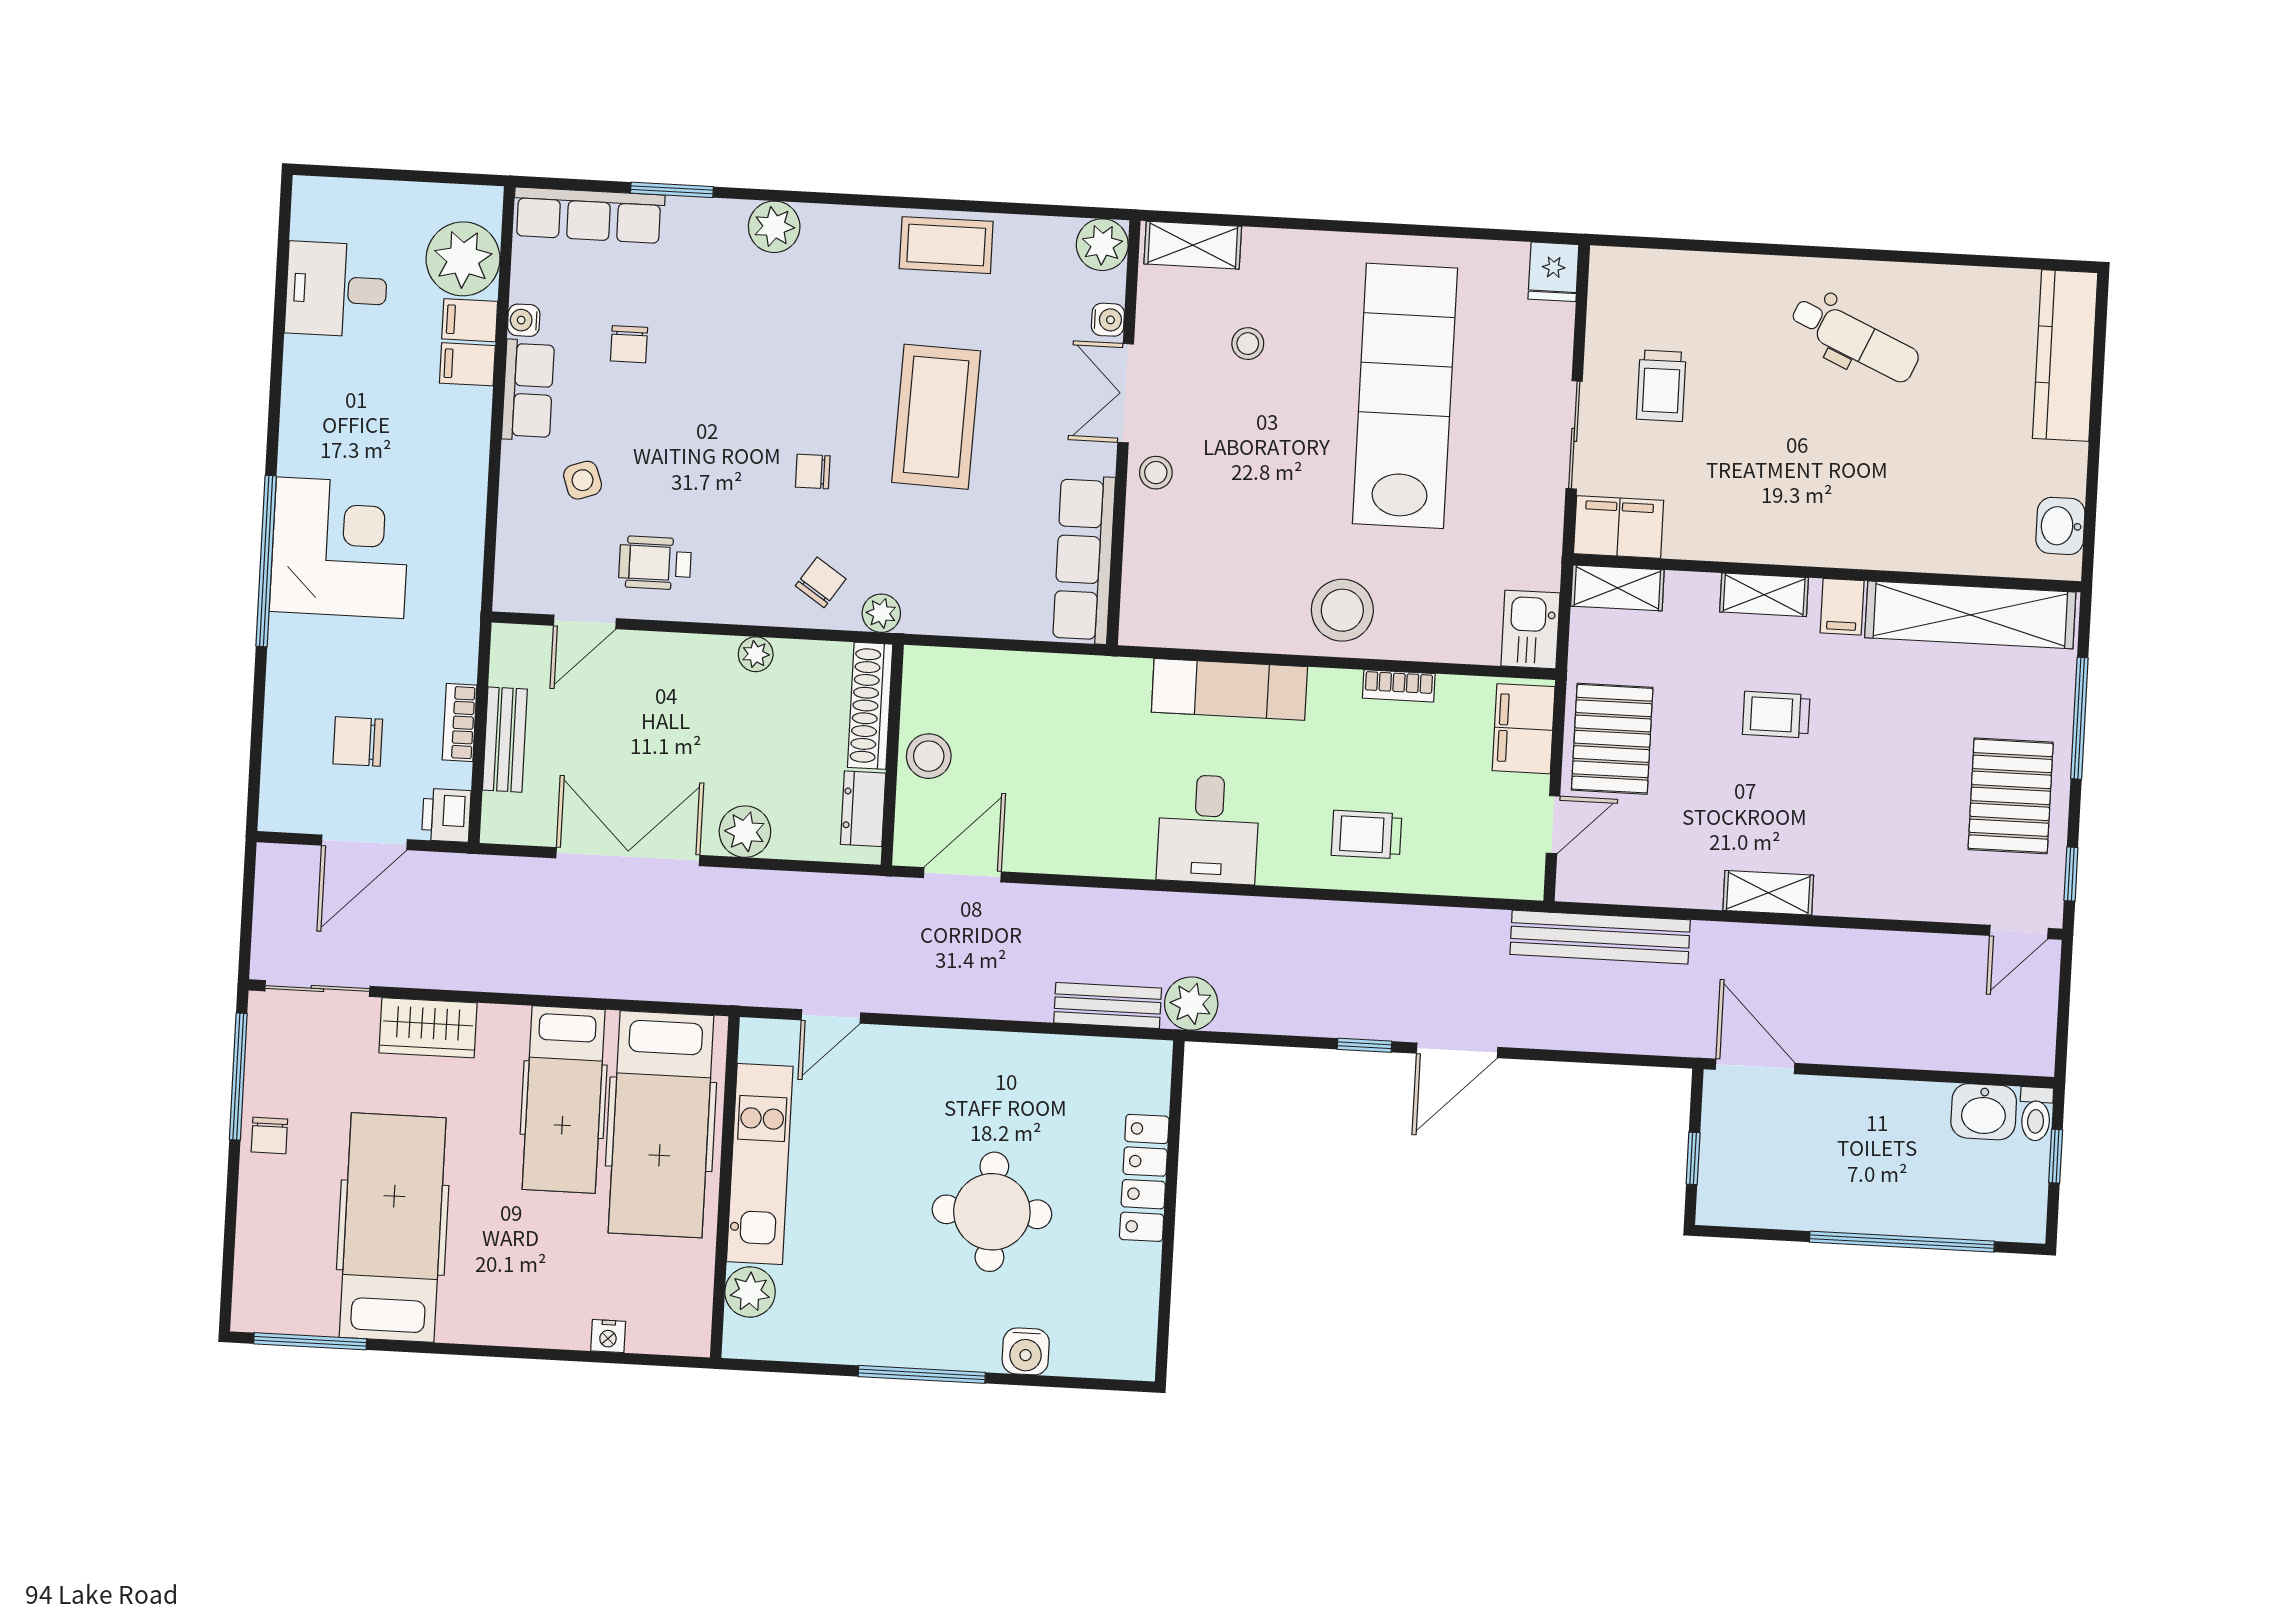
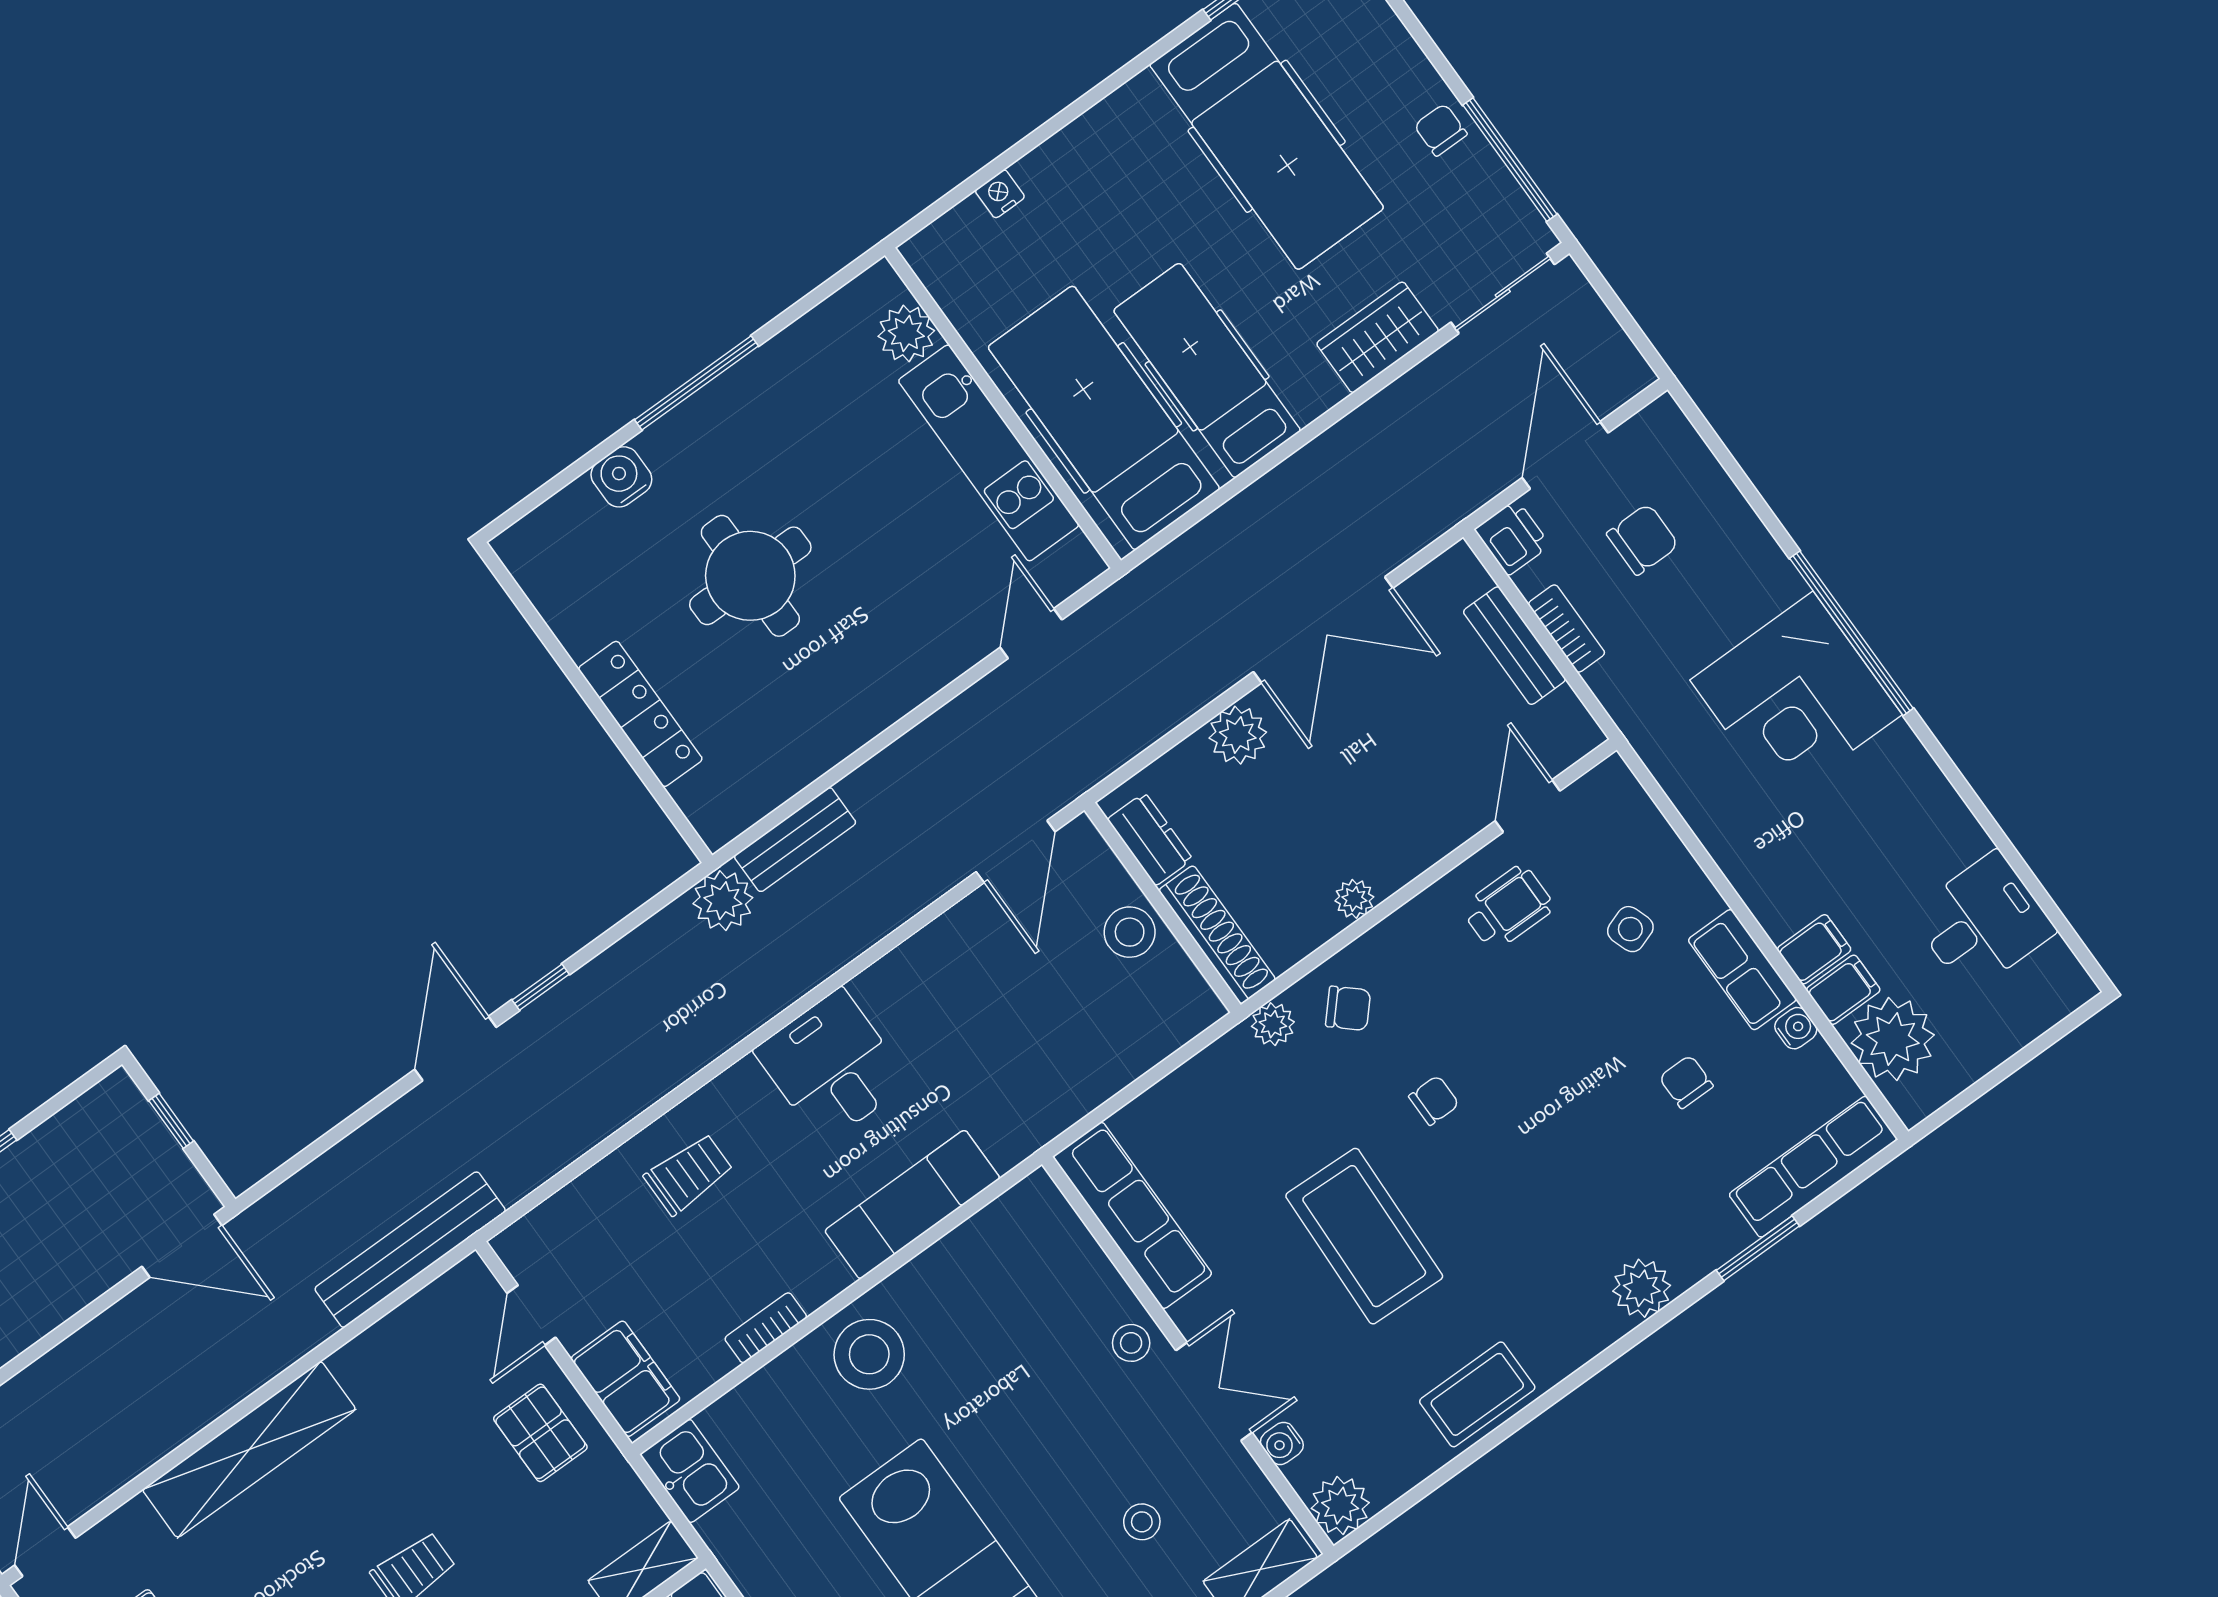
chair: (821, 582) -> (1348, 1008), turned -82
pallet: (1612, 739) -> (540, 1433), width x0.67, depth x0.71
shelving: (1768, 893) -> (249, 1449), width x2.20, depth x1.33

